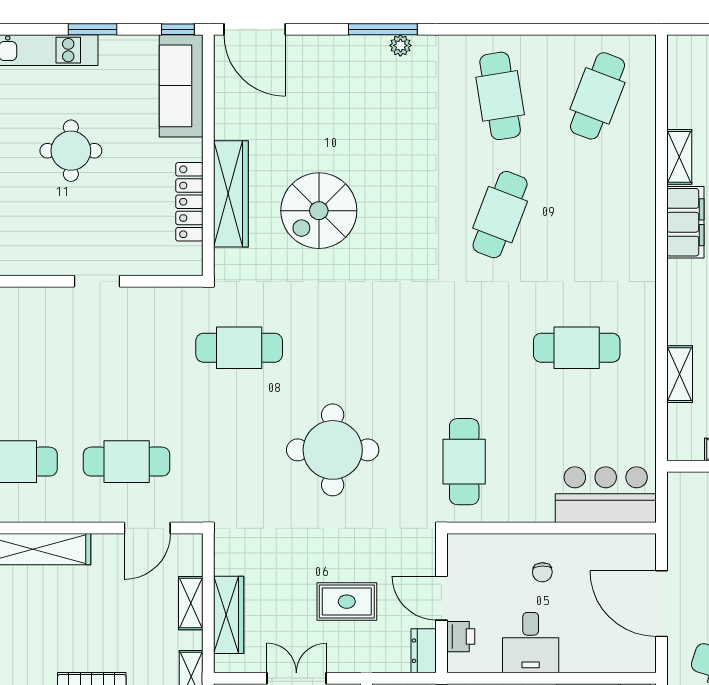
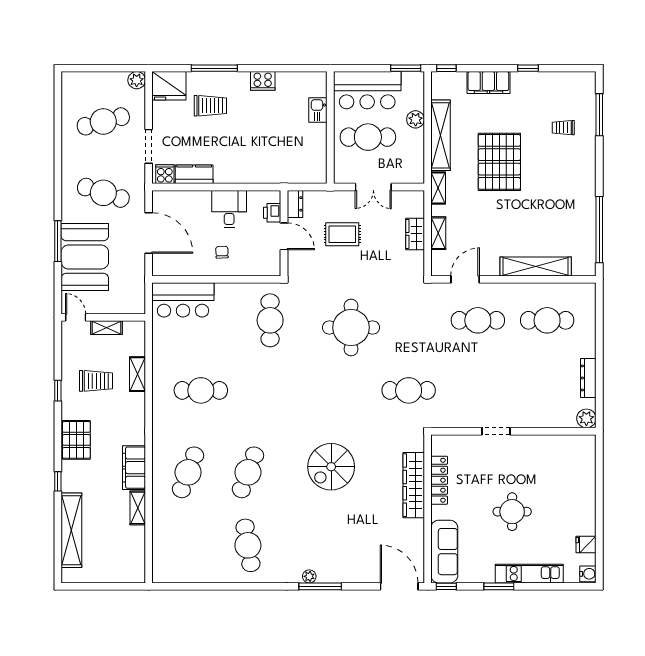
cafe table: (597, 96) -> (188, 472), moved
spiral stairs: (319, 211) -> (331, 467), moved, turned 180
wardrobe: (229, 615) -> (415, 234), width x0.67

